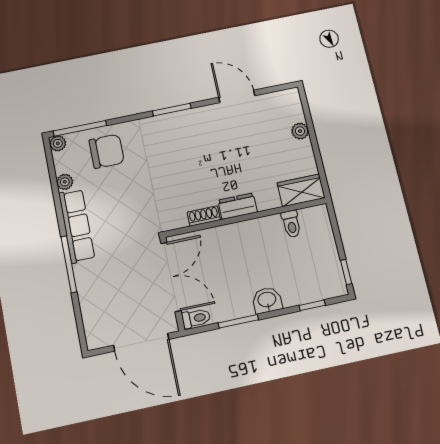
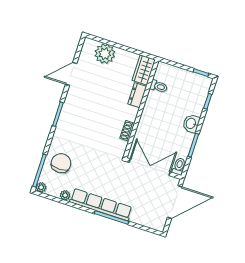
plant: (300, 131) -> (105, 54), width x1.87, depth x1.87
dresser: (238, 206) -> (137, 95), moved
row of seats: (77, 226) -> (101, 205), width x1.36

